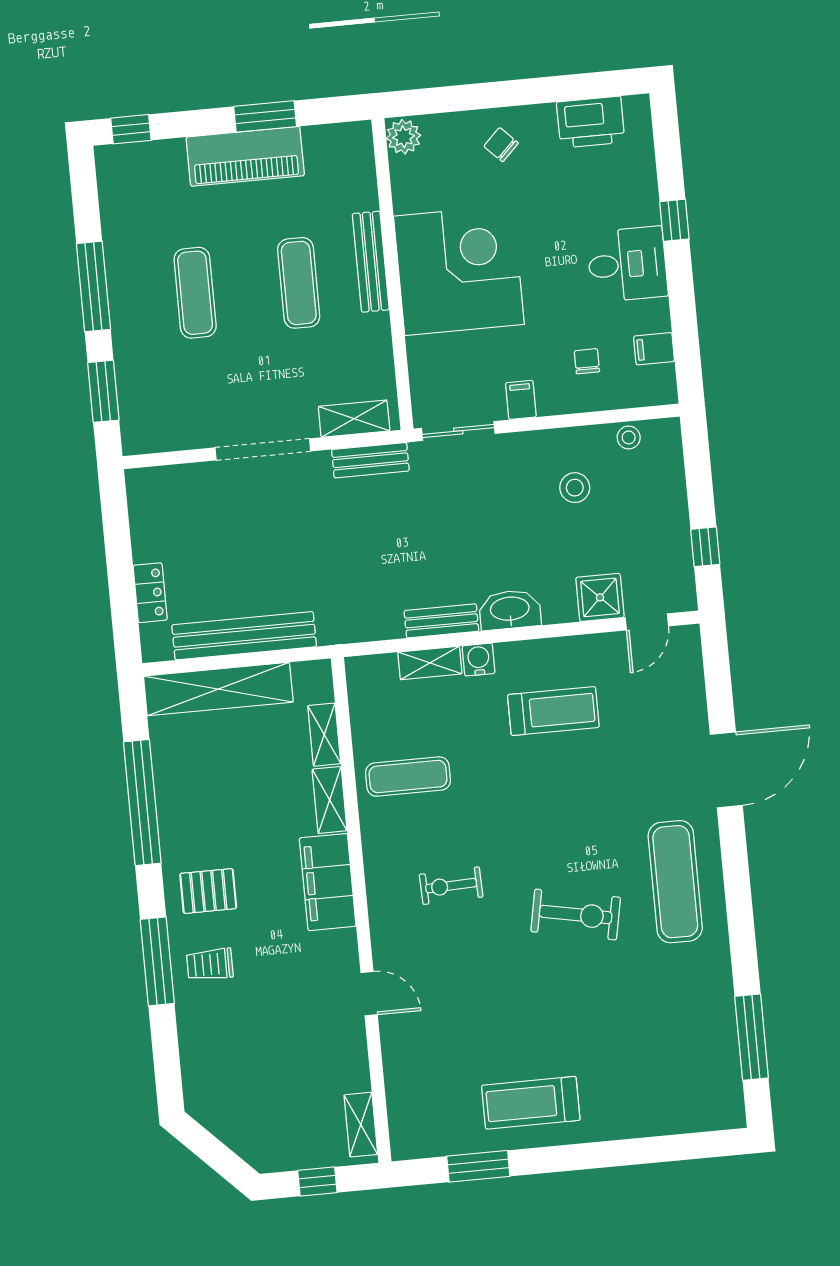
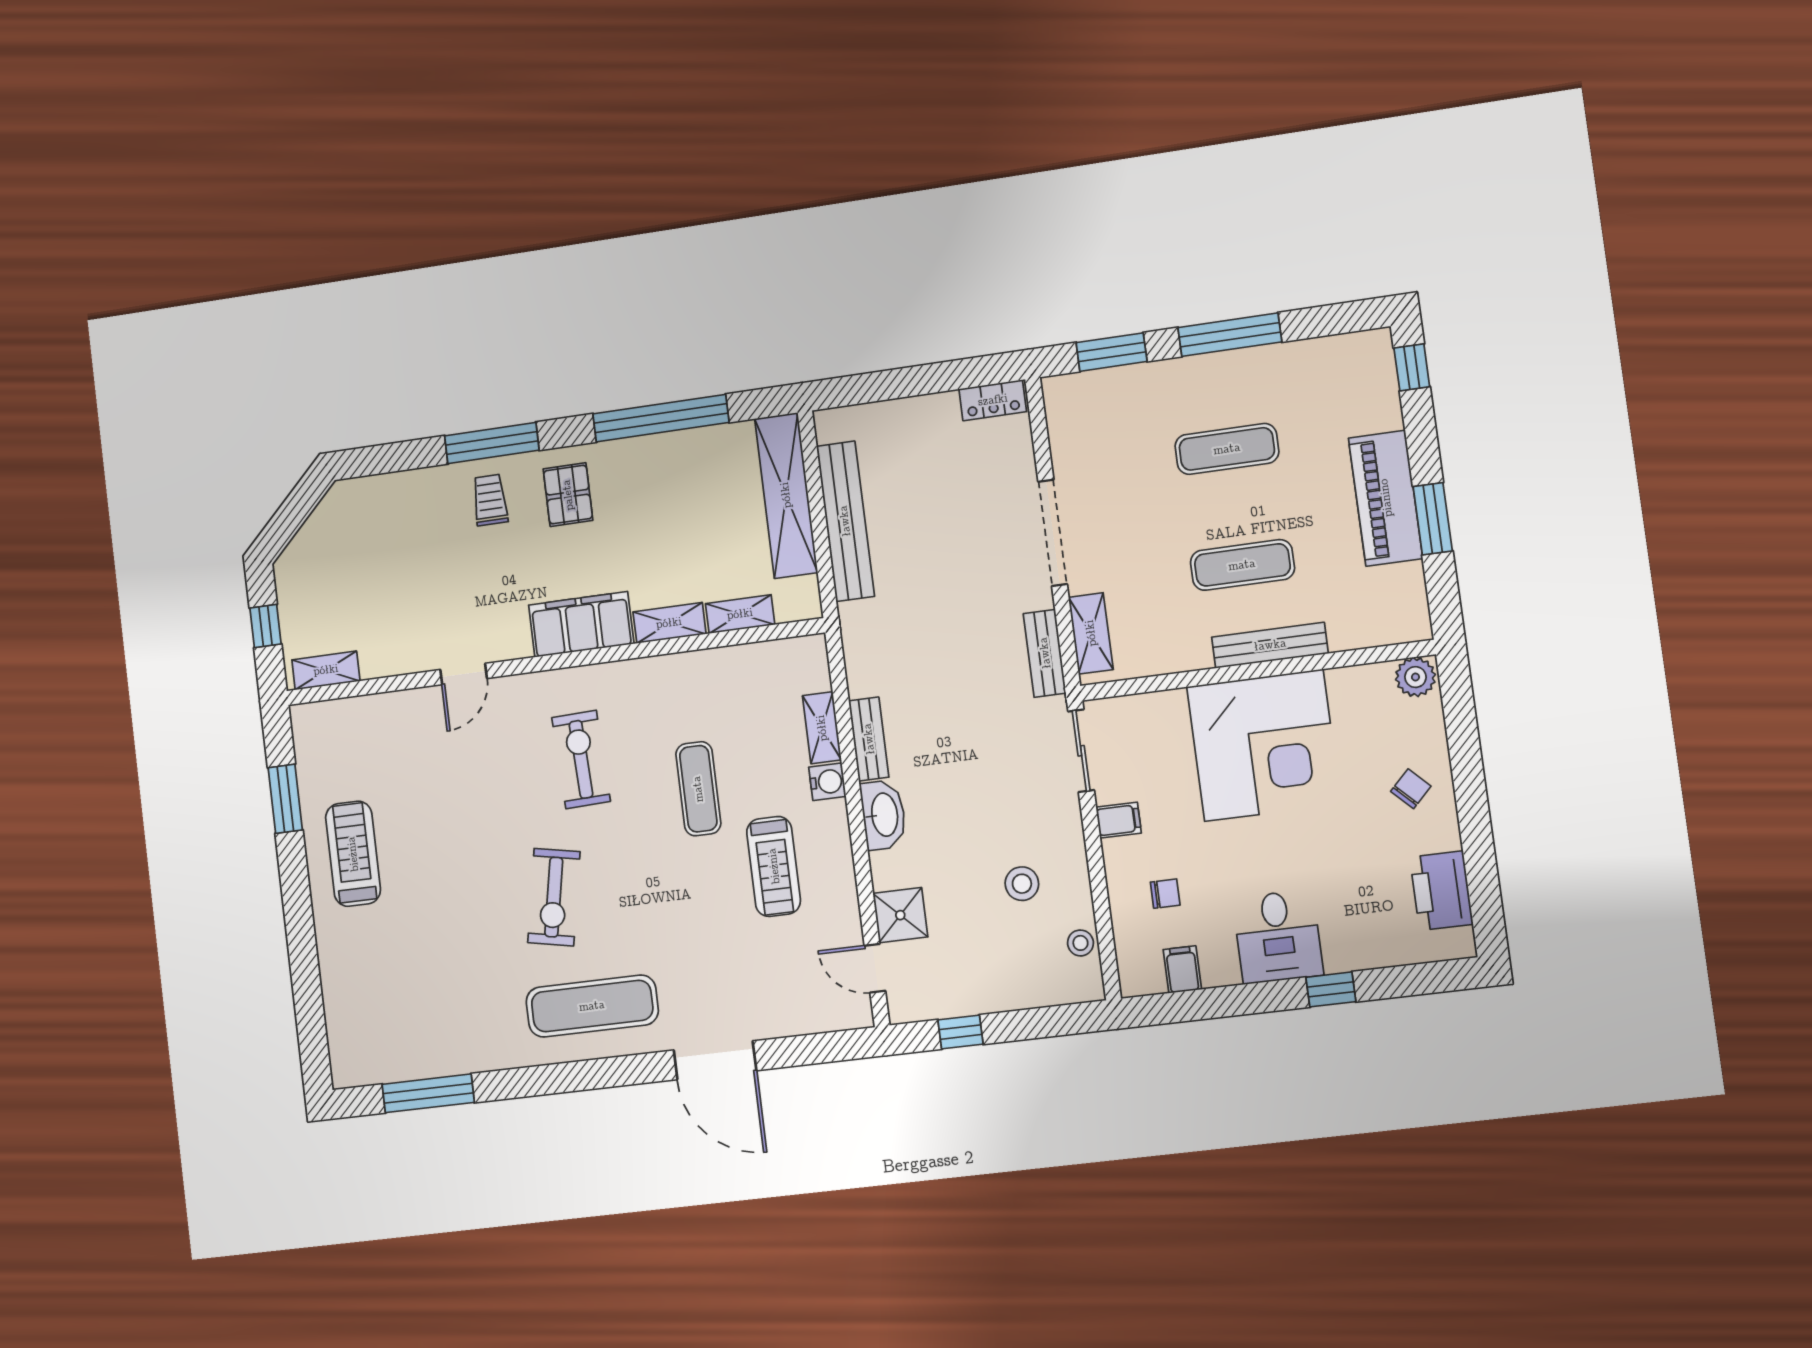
locker: (150, 593) -> (993, 400), moved
exercise mat: (408, 777) -> (698, 789), moved
exercise bike: (451, 886) -> (581, 759), width x1.38, depth x1.39

